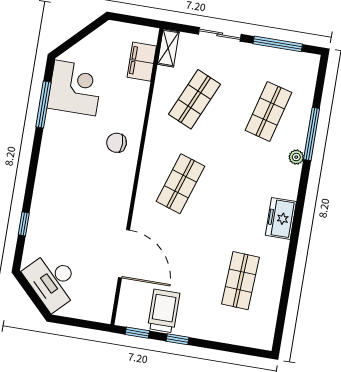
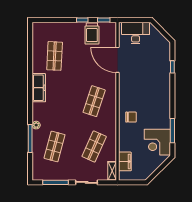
freezer: (281, 218) -> (39, 88), width x1.40
desk: (53, 281) -> (136, 33), moved, turned -45

